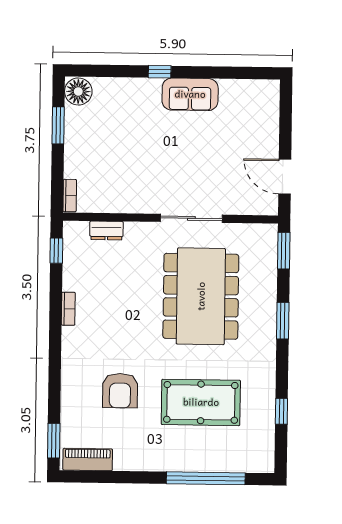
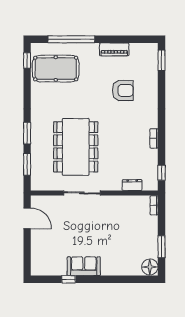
window: (160, 72) -> (69, 279), moved
window: (284, 251) -> (27, 164), moved
armchair: (120, 391) -> (123, 90), turned 90
pool table: (201, 402) -> (56, 69), moved
window: (281, 411) -> (27, 60), moved
piano: (88, 460) -> (114, 49), moved

